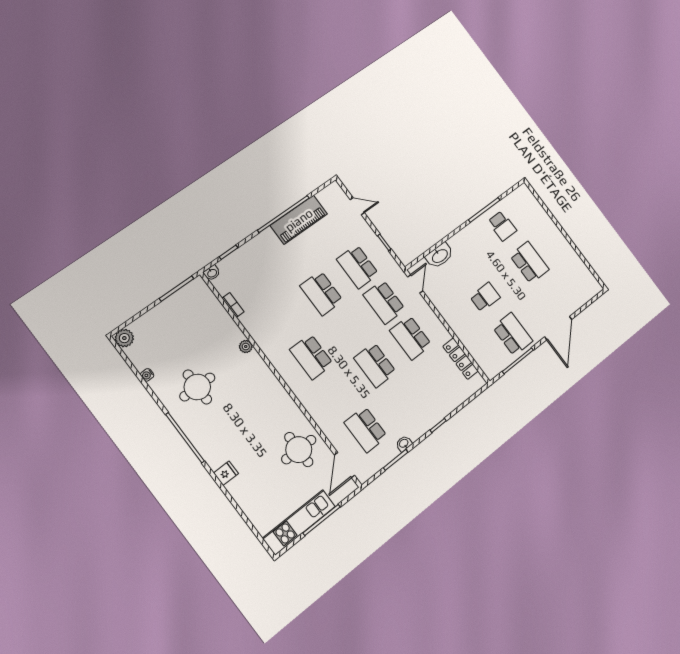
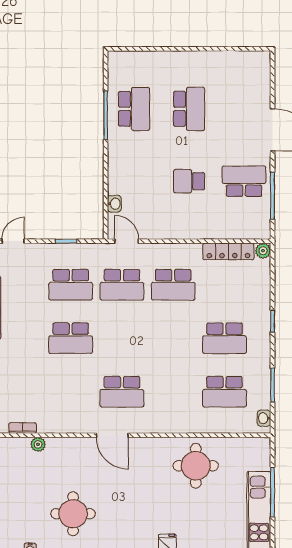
school desk: (502, 226) -> (134, 109), width x1.85
washbasin: (440, 256) -> (114, 204), width x0.52, depth x0.69
school desk: (529, 262) -> (189, 109), turned 90
school desk: (485, 297) -> (189, 181), turned -90
plant: (246, 347) -> (38, 444), moved
school desk: (375, 365) -> (224, 338), moved
plant: (479, 382) -> (263, 251), added
washbasin: (404, 444) -> (264, 418), moved
door: (345, 465) -> (112, 435), moved

